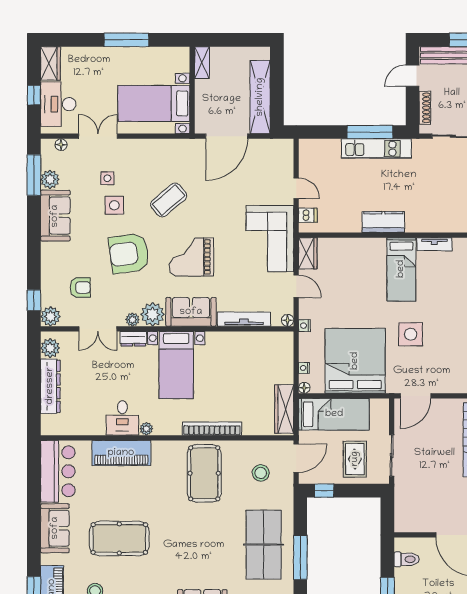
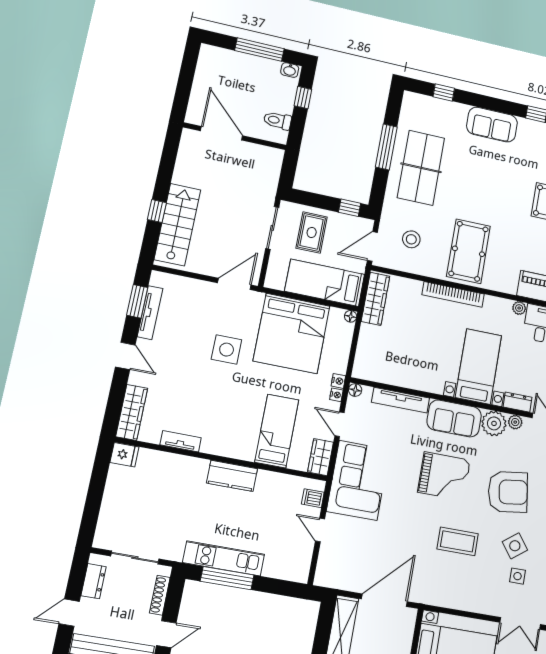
coffee table: (169, 200) -> (458, 541), turned 40
side table: (114, 205) -> (515, 546), turned -37
bed: (401, 269) -> (277, 431), moved
nightstand: (304, 368) -> (336, 395), moved

